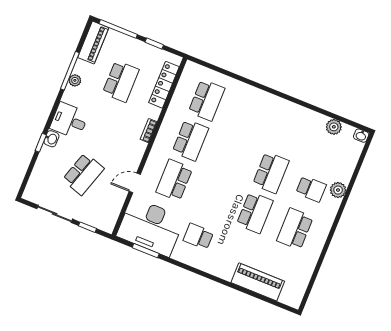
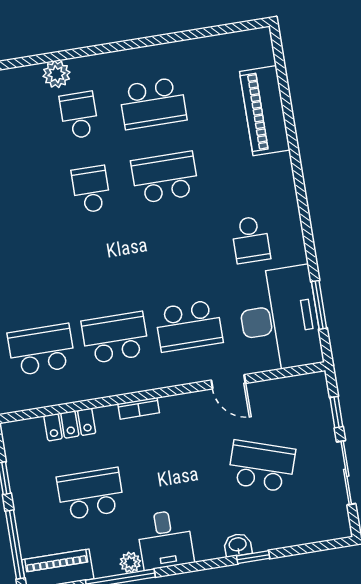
locker: (164, 85) -> (70, 425), width x0.66
desk: (69, 121) -> (165, 540), moved
school desk: (271, 173) -> (91, 189), width x0.54

